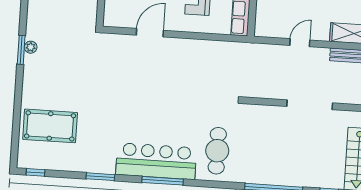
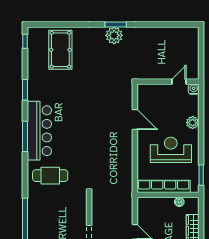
plant: (31, 47) -> (114, 35), width x1.87, depth x1.87

